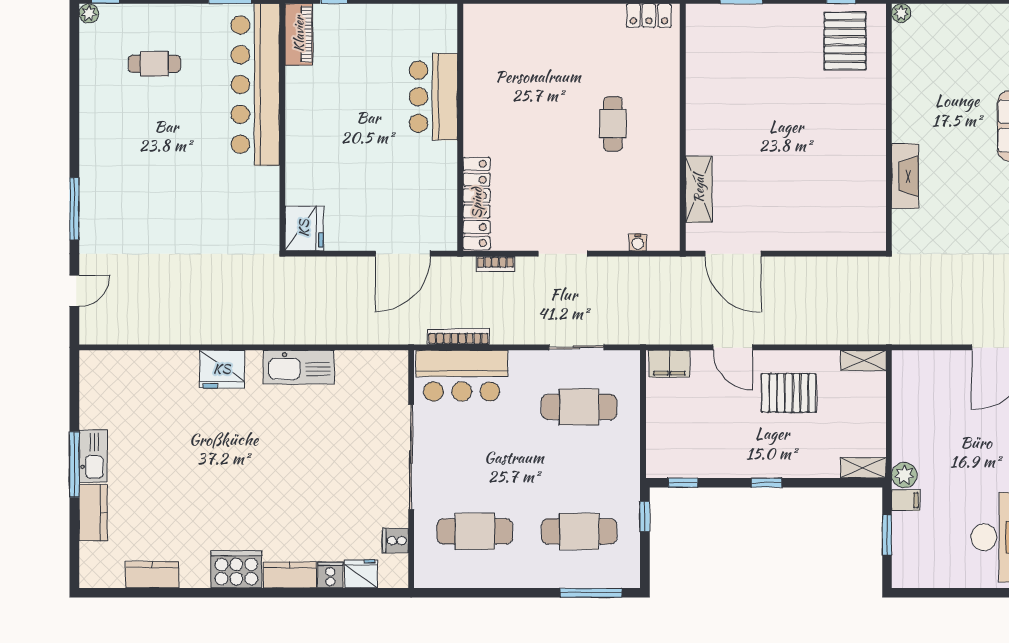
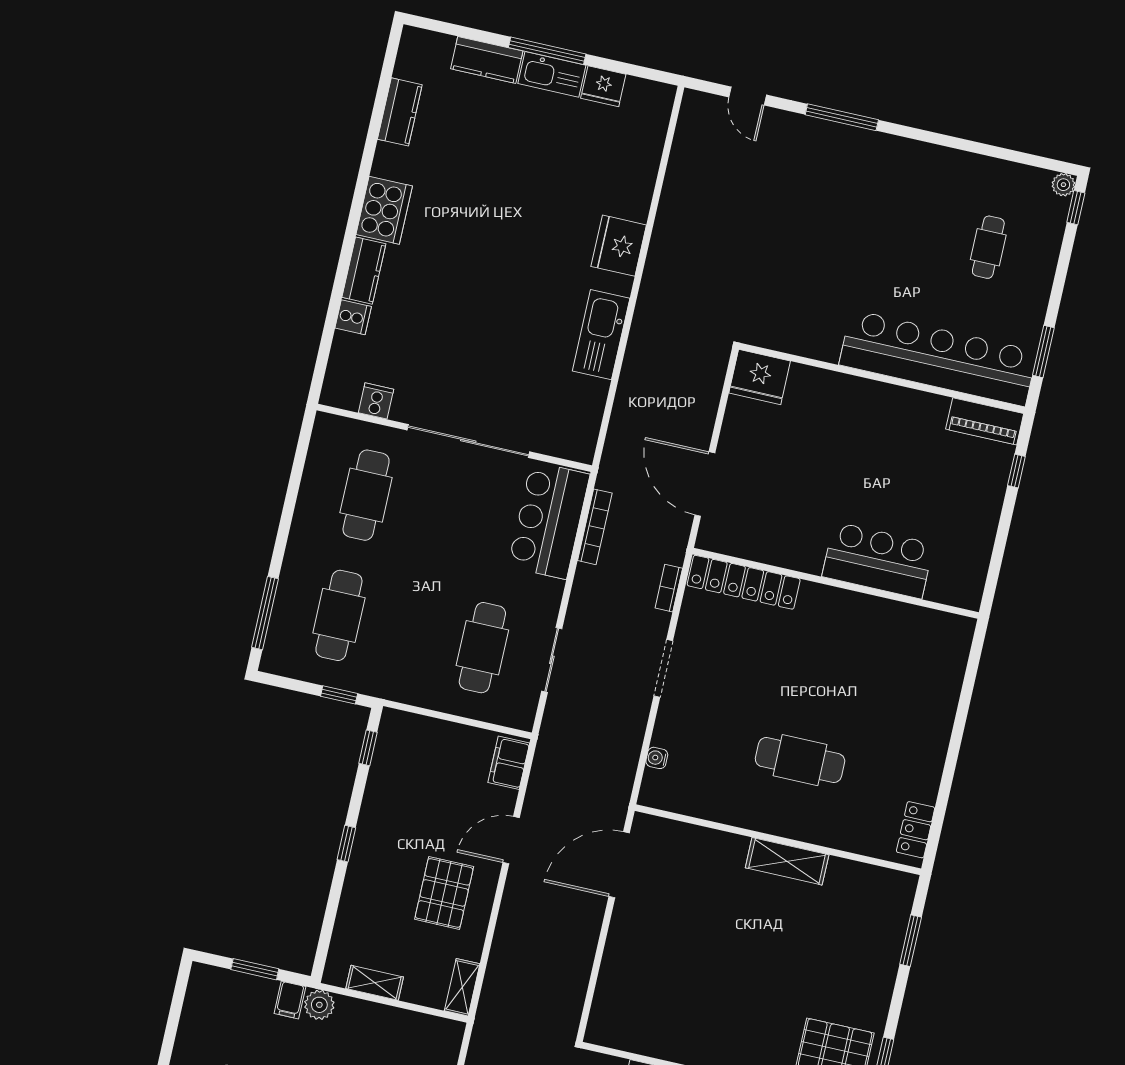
cafe table: (613, 124) -> (800, 760), width x1.37, depth x1.35
shelving: (699, 189) -> (787, 861), moved
shelving: (863, 468) -> (375, 983), moved, turned 90
fridge: (361, 574) -> (603, 86), moved, turned 90

